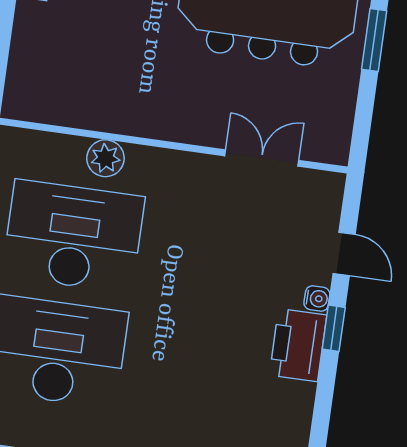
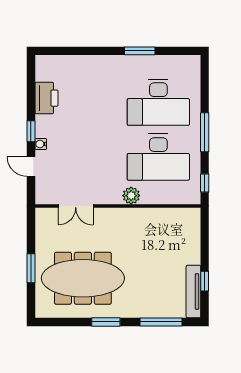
plant: (105, 158) -> (131, 196), moved
printer: (298, 345) -> (46, 98), moved

